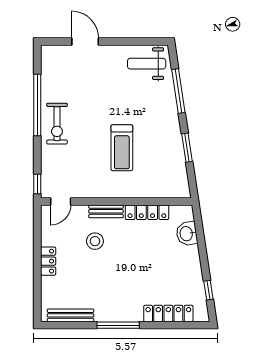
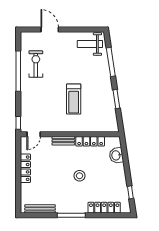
exercise bike: (57, 124) -> (36, 64), moved, turned 180
stool: (95, 241) -> (80, 176), moved
locker: (48, 261) -> (25, 168), width x1.53

